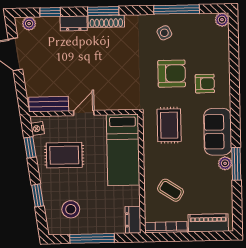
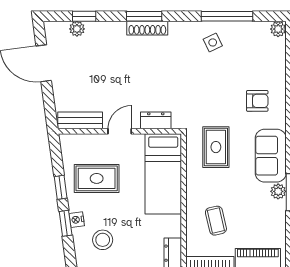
dresser: (74, 23) -> (156, 120), moved, turned 180
plant: (29, 24) -> (77, 29), moved
armchair: (172, 74) -> (220, 89), removed
nightstand: (37, 129) -> (77, 220), moved
window: (30, 147) -> (61, 187), moved
coffee table: (171, 190) -> (216, 221), turned 44

